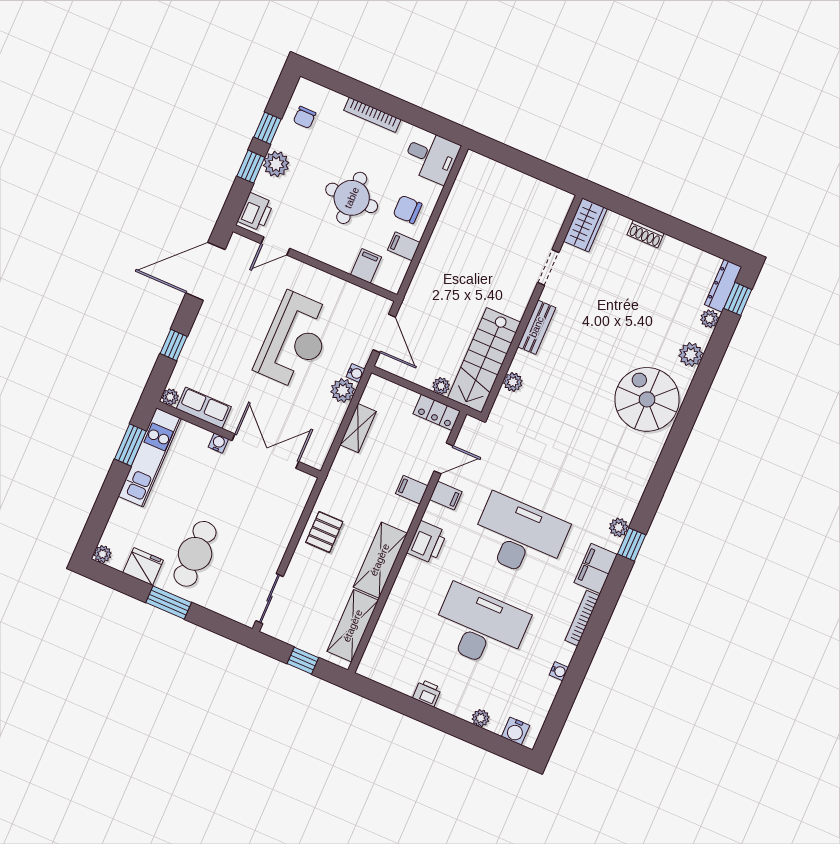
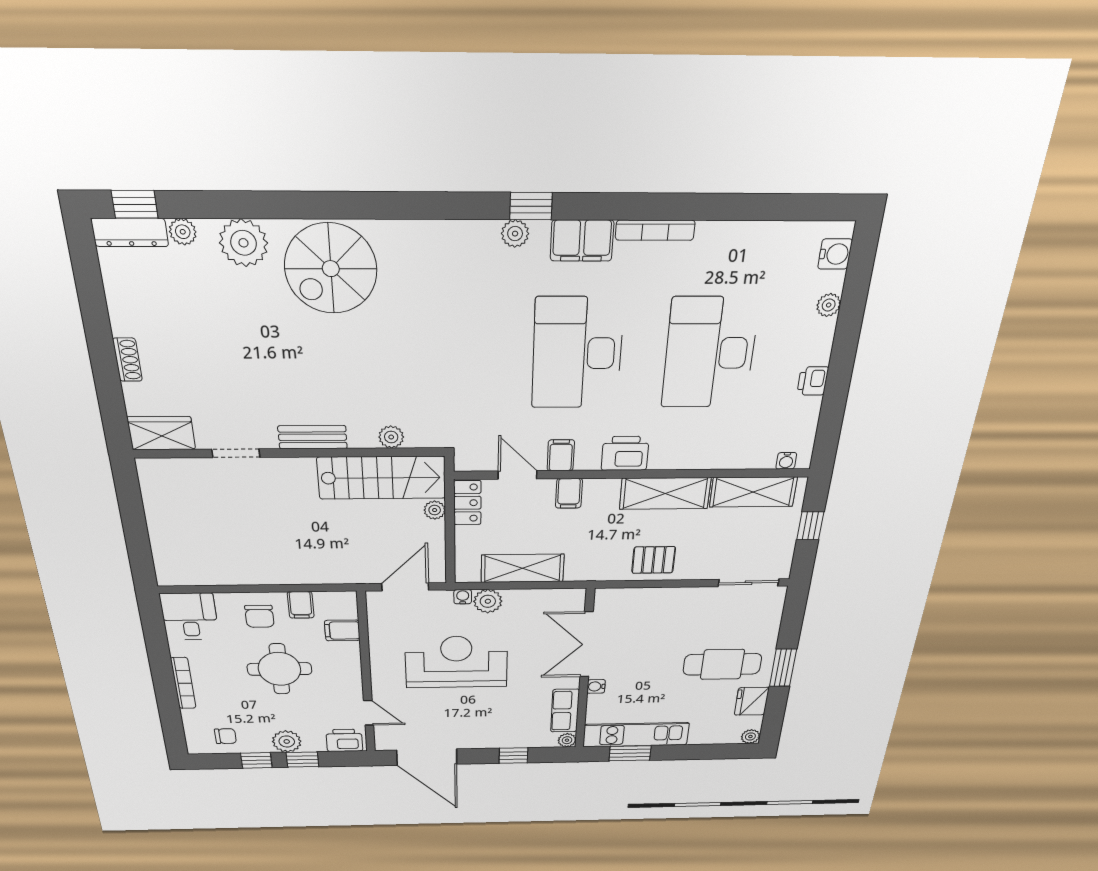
plant: (691, 355) -> (243, 243), width x1.36, depth x1.36
shelving: (358, 428) -> (522, 568), width x1.50, depth x1.33
water cooler: (559, 671) -> (786, 461), moved, turned 180

